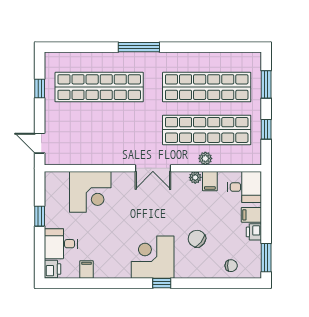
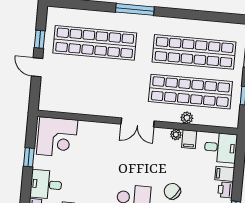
door: (40, 143) -> (37, 67), moved
corner desk: (90, 192) -> (57, 137), moved

